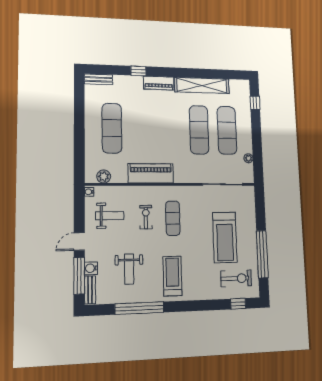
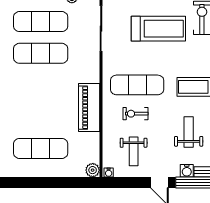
plant: (104, 176) -> (93, 170), moved
weight bench: (110, 216) -> (134, 151), turned 180
exercise mat: (173, 218) -> (137, 85), width x1.36, depth x1.45
weight bench: (129, 269) -> (189, 132), turned -90

